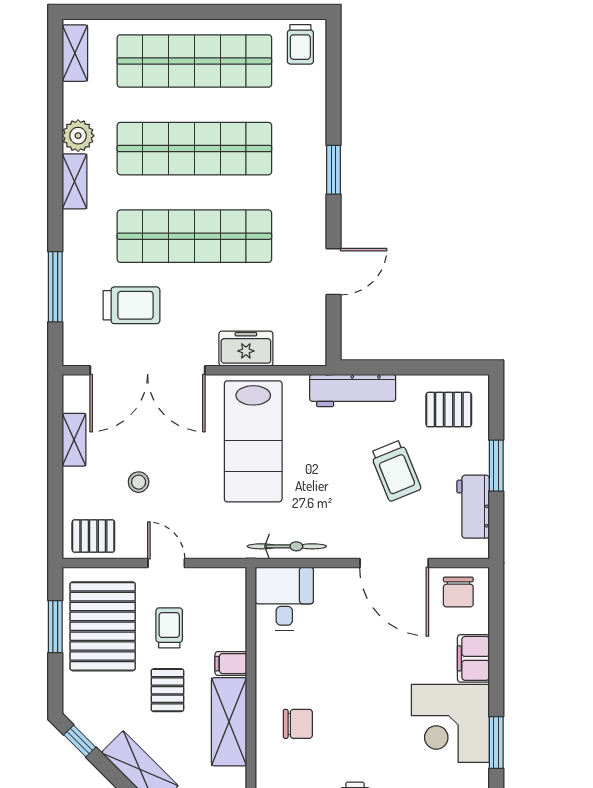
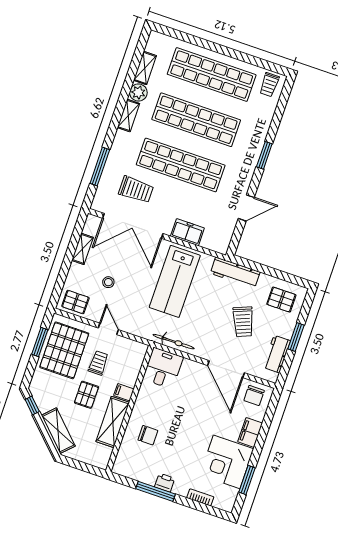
shelving: (75, 53) -> (145, 68), moved

